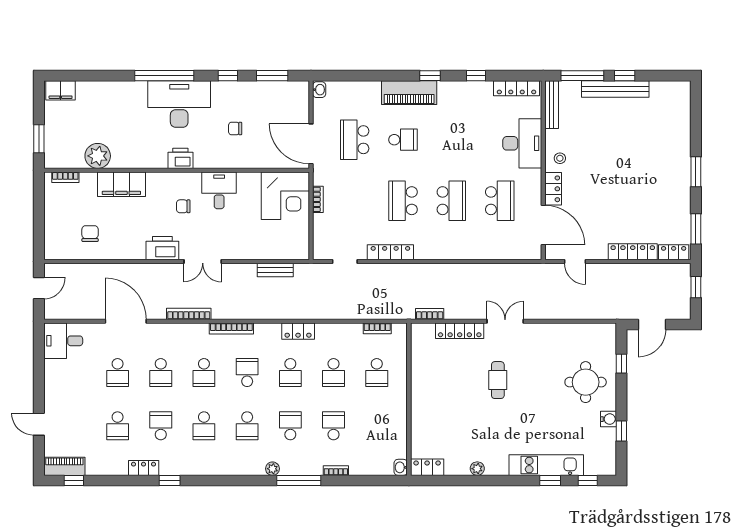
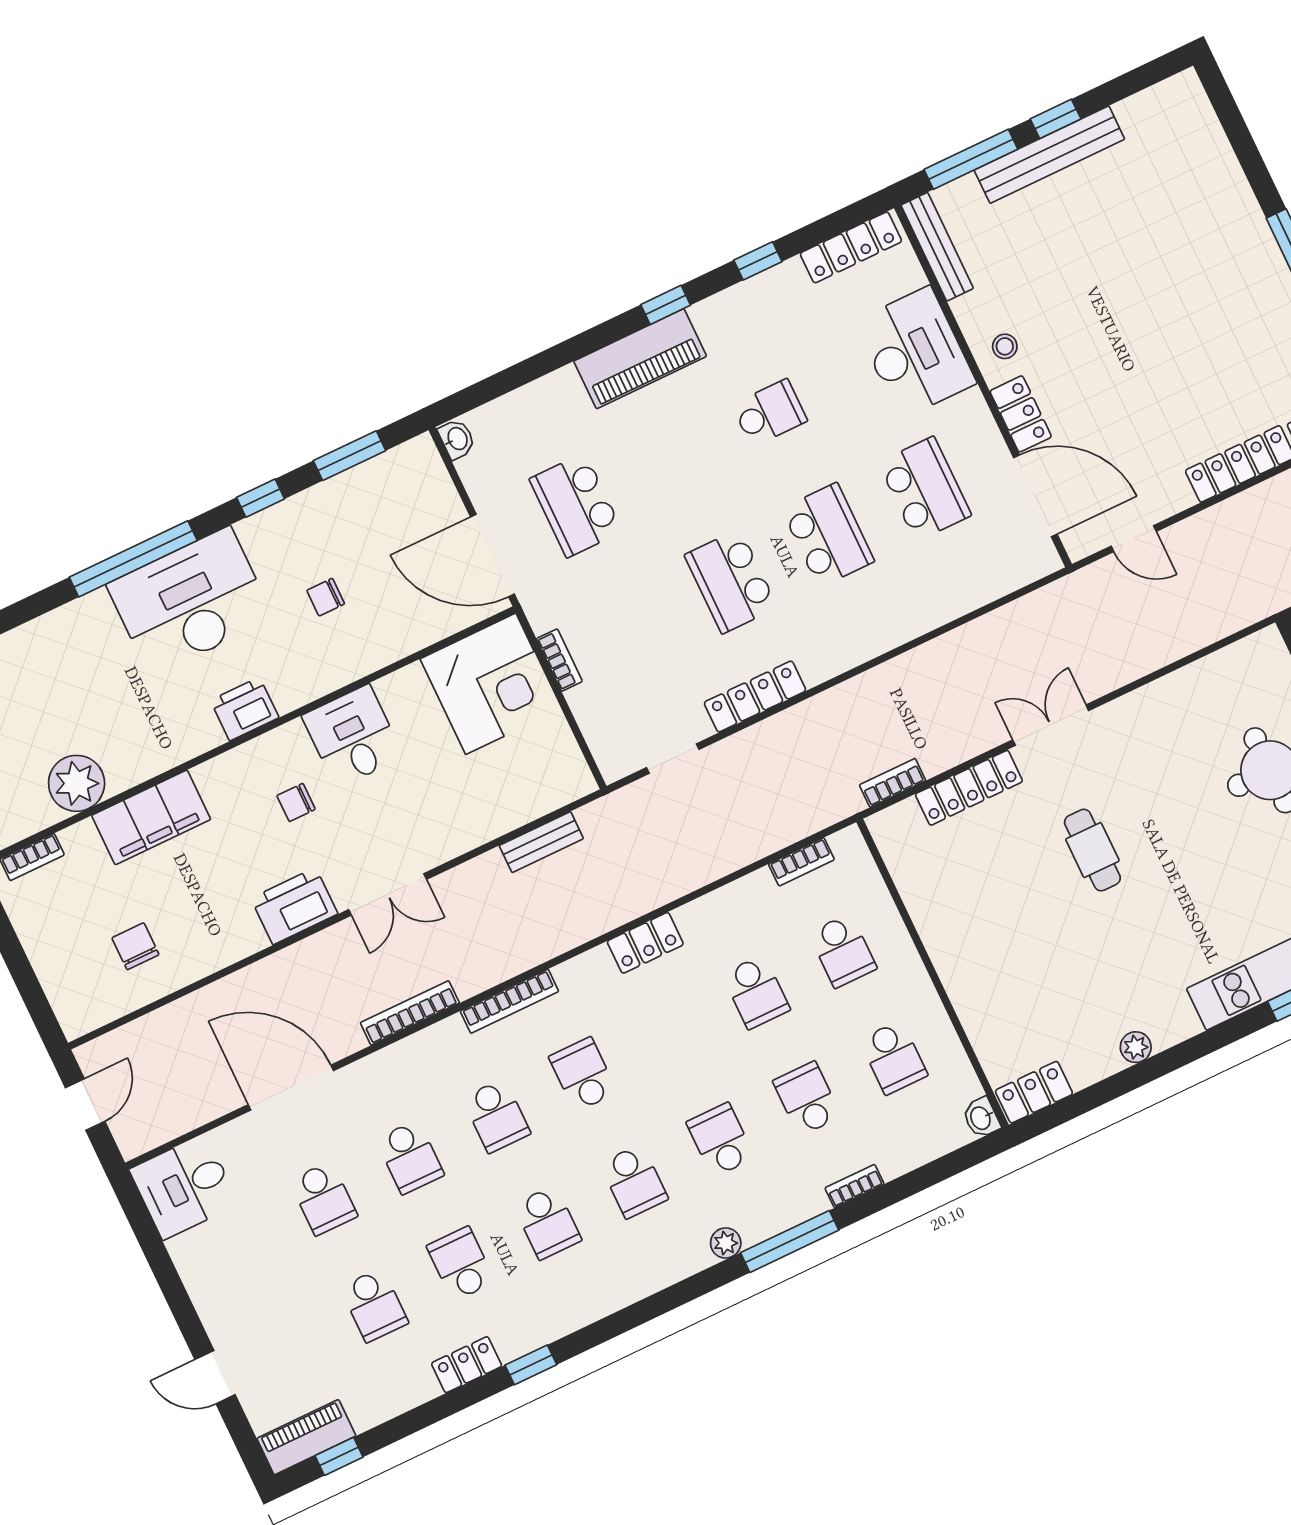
school desk: (403, 140) -> (770, 413), moved
school desk: (290, 373) -> (894, 1057), moved

